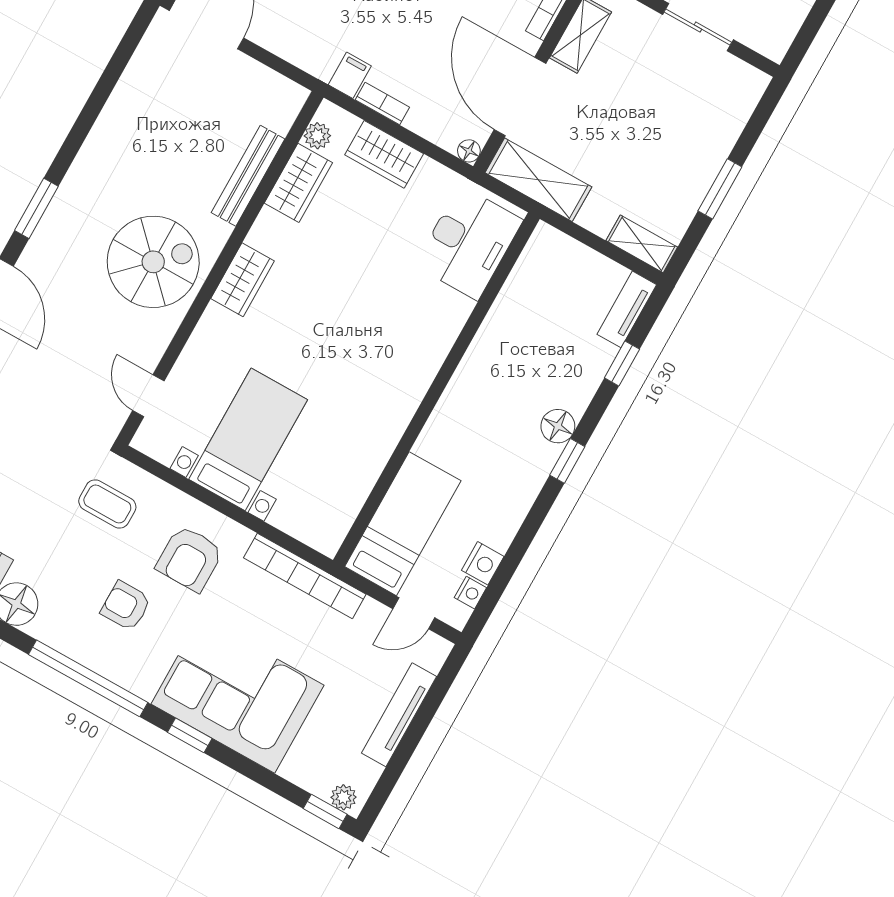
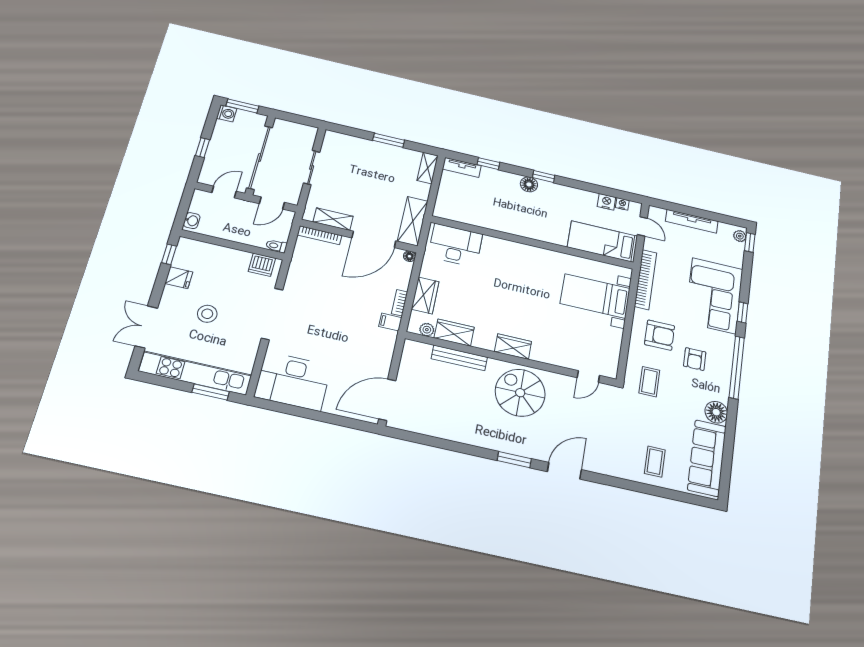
bed with nightstands: (248, 439) -> (595, 296), moved

